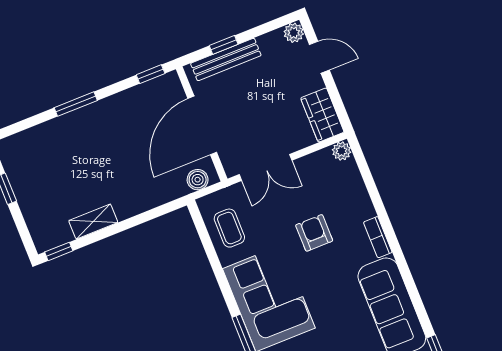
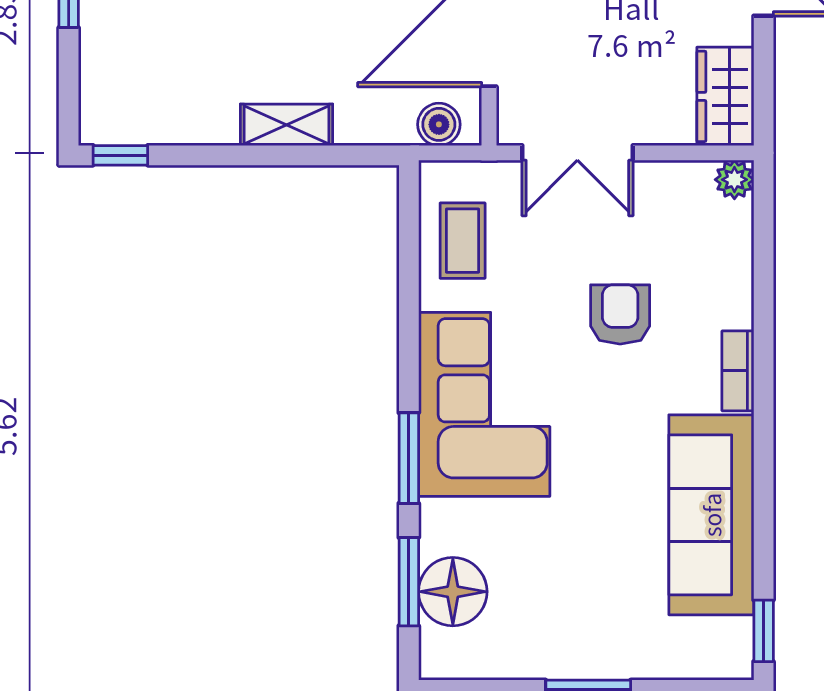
shelving: (93, 222) -> (286, 125), moved

